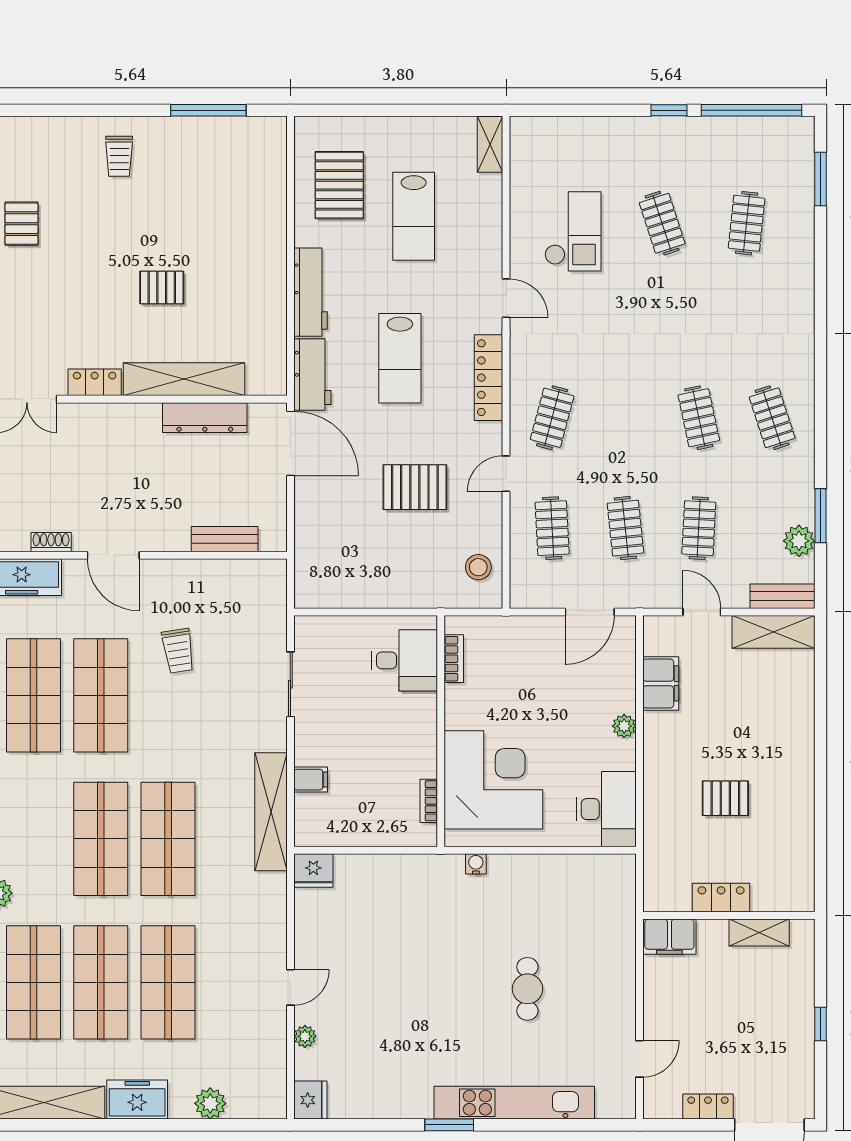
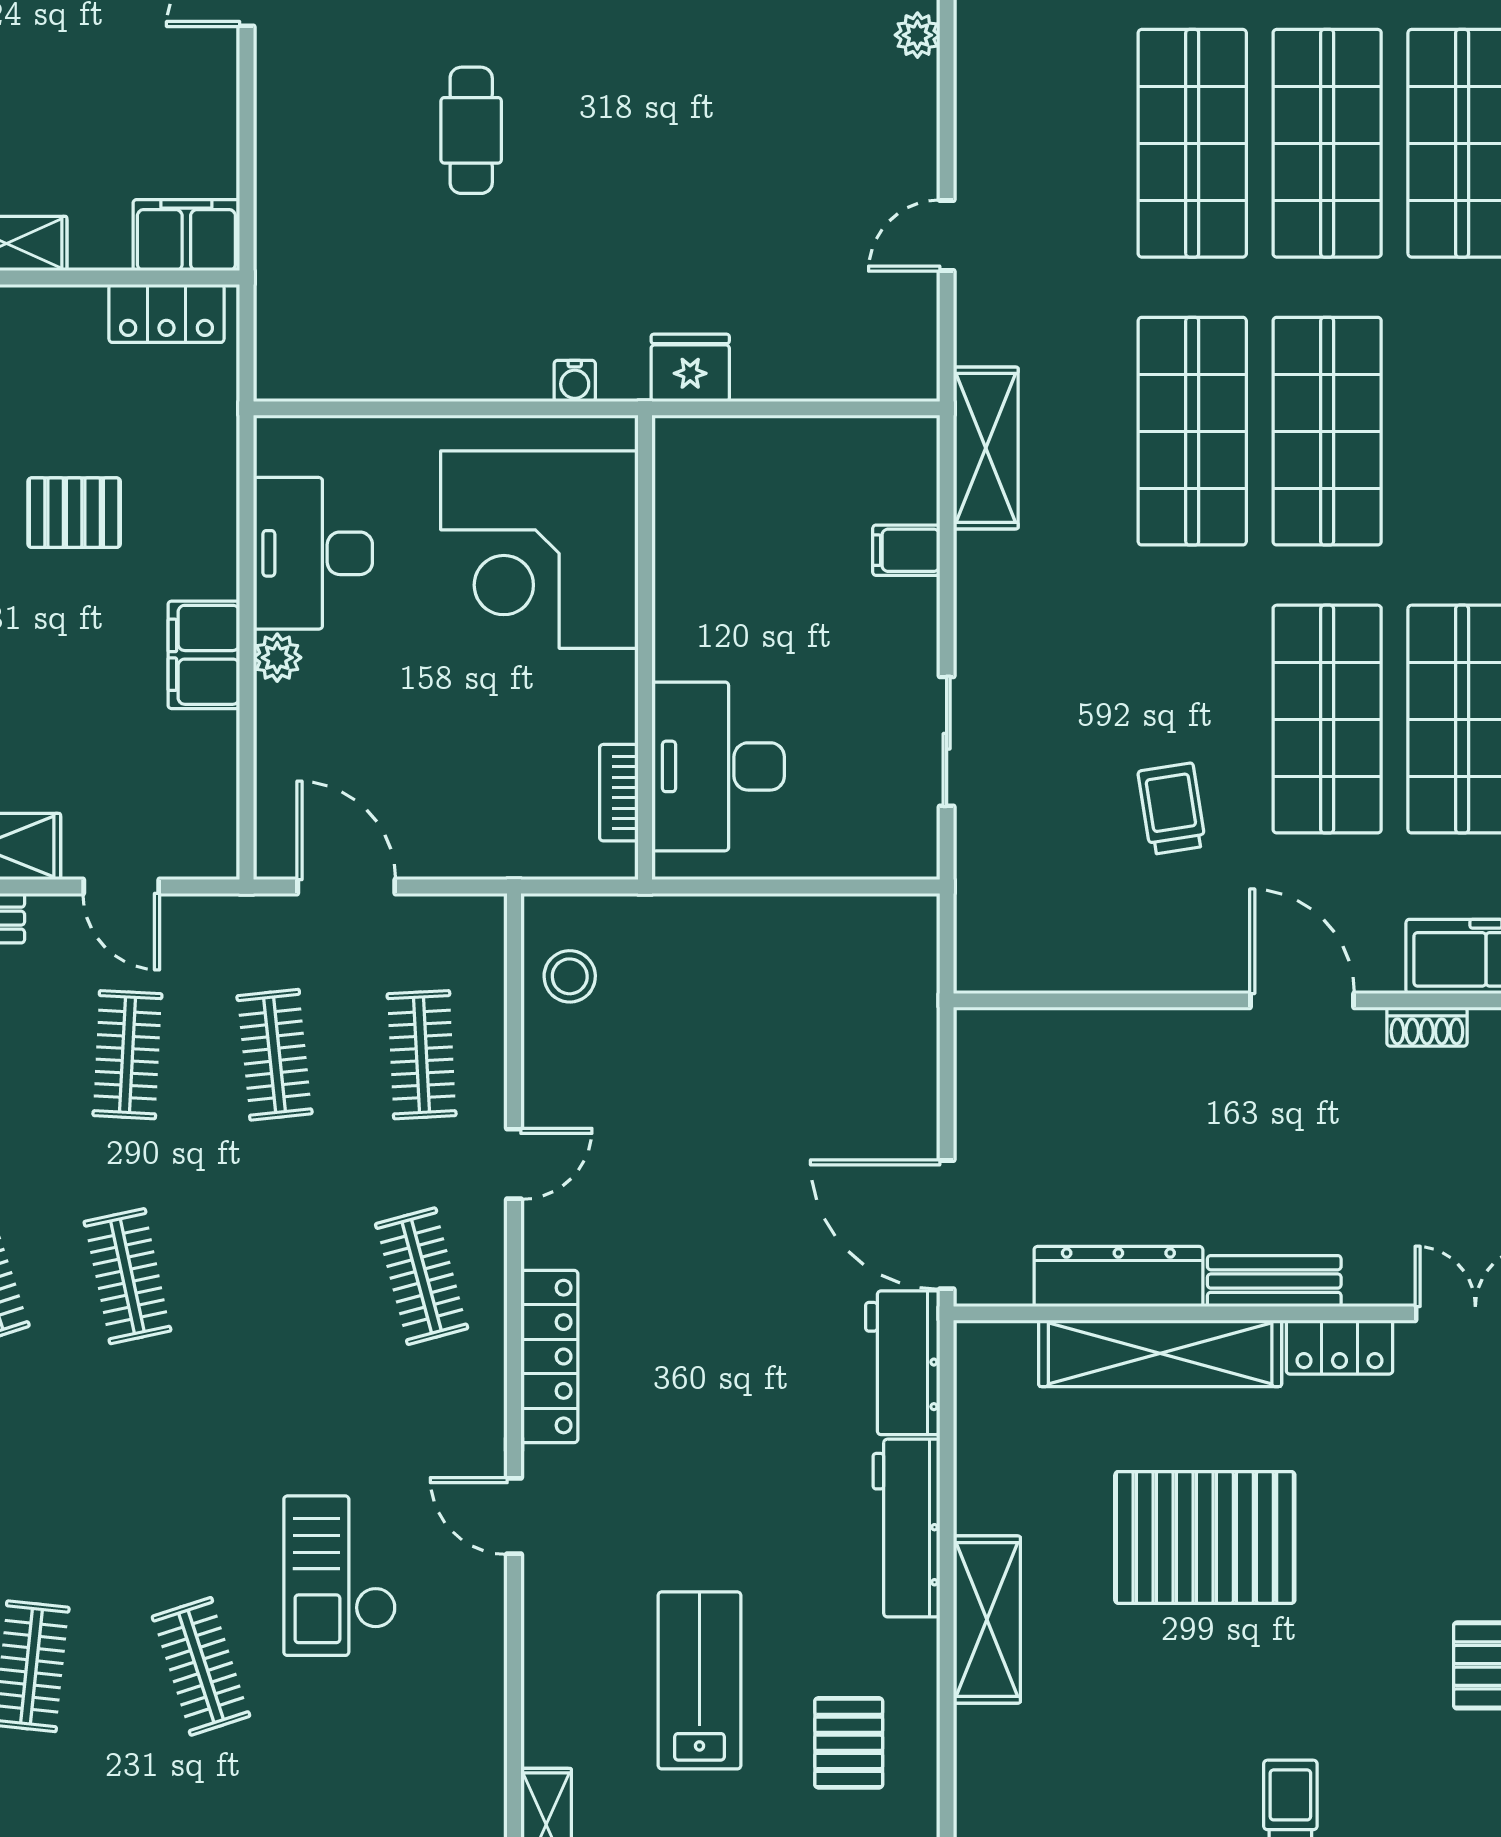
pallet: (339, 185) -> (849, 1743), width x0.67, depth x0.71
checkout: (573, 231) -> (340, 1576), moved
shelving: (270, 247) -> (987, 1620), added
pallet: (162, 287) -> (1205, 1537), width x2.05, depth x2.00
lab bench: (400, 358) -> (727, 1395), removed
clothes rail: (552, 418) -> (422, 1276), turned -30
pallet: (415, 487) -> (697, 1137), removed
bench: (225, 539) -> (1274, 1281), moved
door: (590, 612) -> (346, 887), hinge flipped
desk: (404, 660) -> (718, 766), width x1.37
filing cabinet: (661, 683) -> (204, 655), moved
bookcase: (429, 801) -> (669, 508), removed
desk: (606, 809) -> (313, 553), moved
shelving: (271, 812) -> (986, 448), width x0.68
fridge: (313, 870) -> (690, 368), moved
locker: (721, 898) -> (166, 313), moved
door: (290, 987) -> (947, 236), moved

